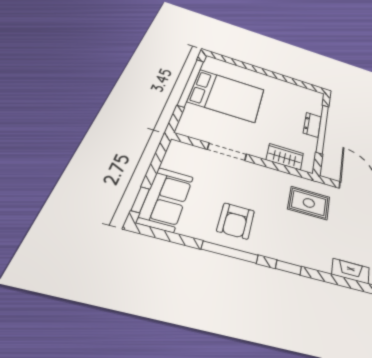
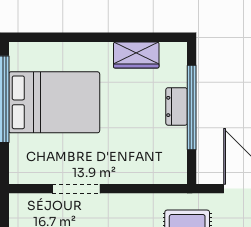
wardrobe: (285, 157) -> (136, 55), moved, turned 180

